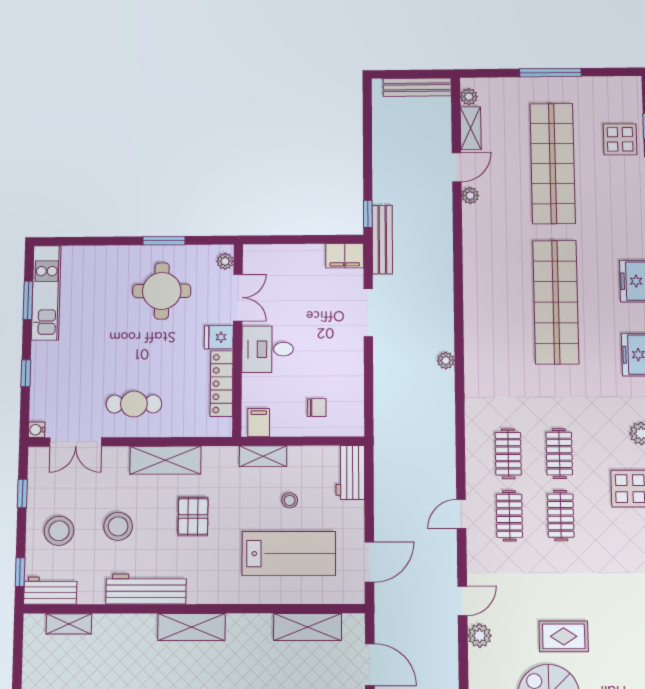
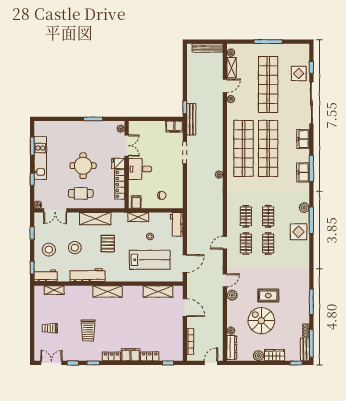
round table: (162, 291) -> (83, 166), moved
kitchen unit: (46, 293) -> (40, 158), moved
shop shelf: (500, 302) -> (244, 148), added

